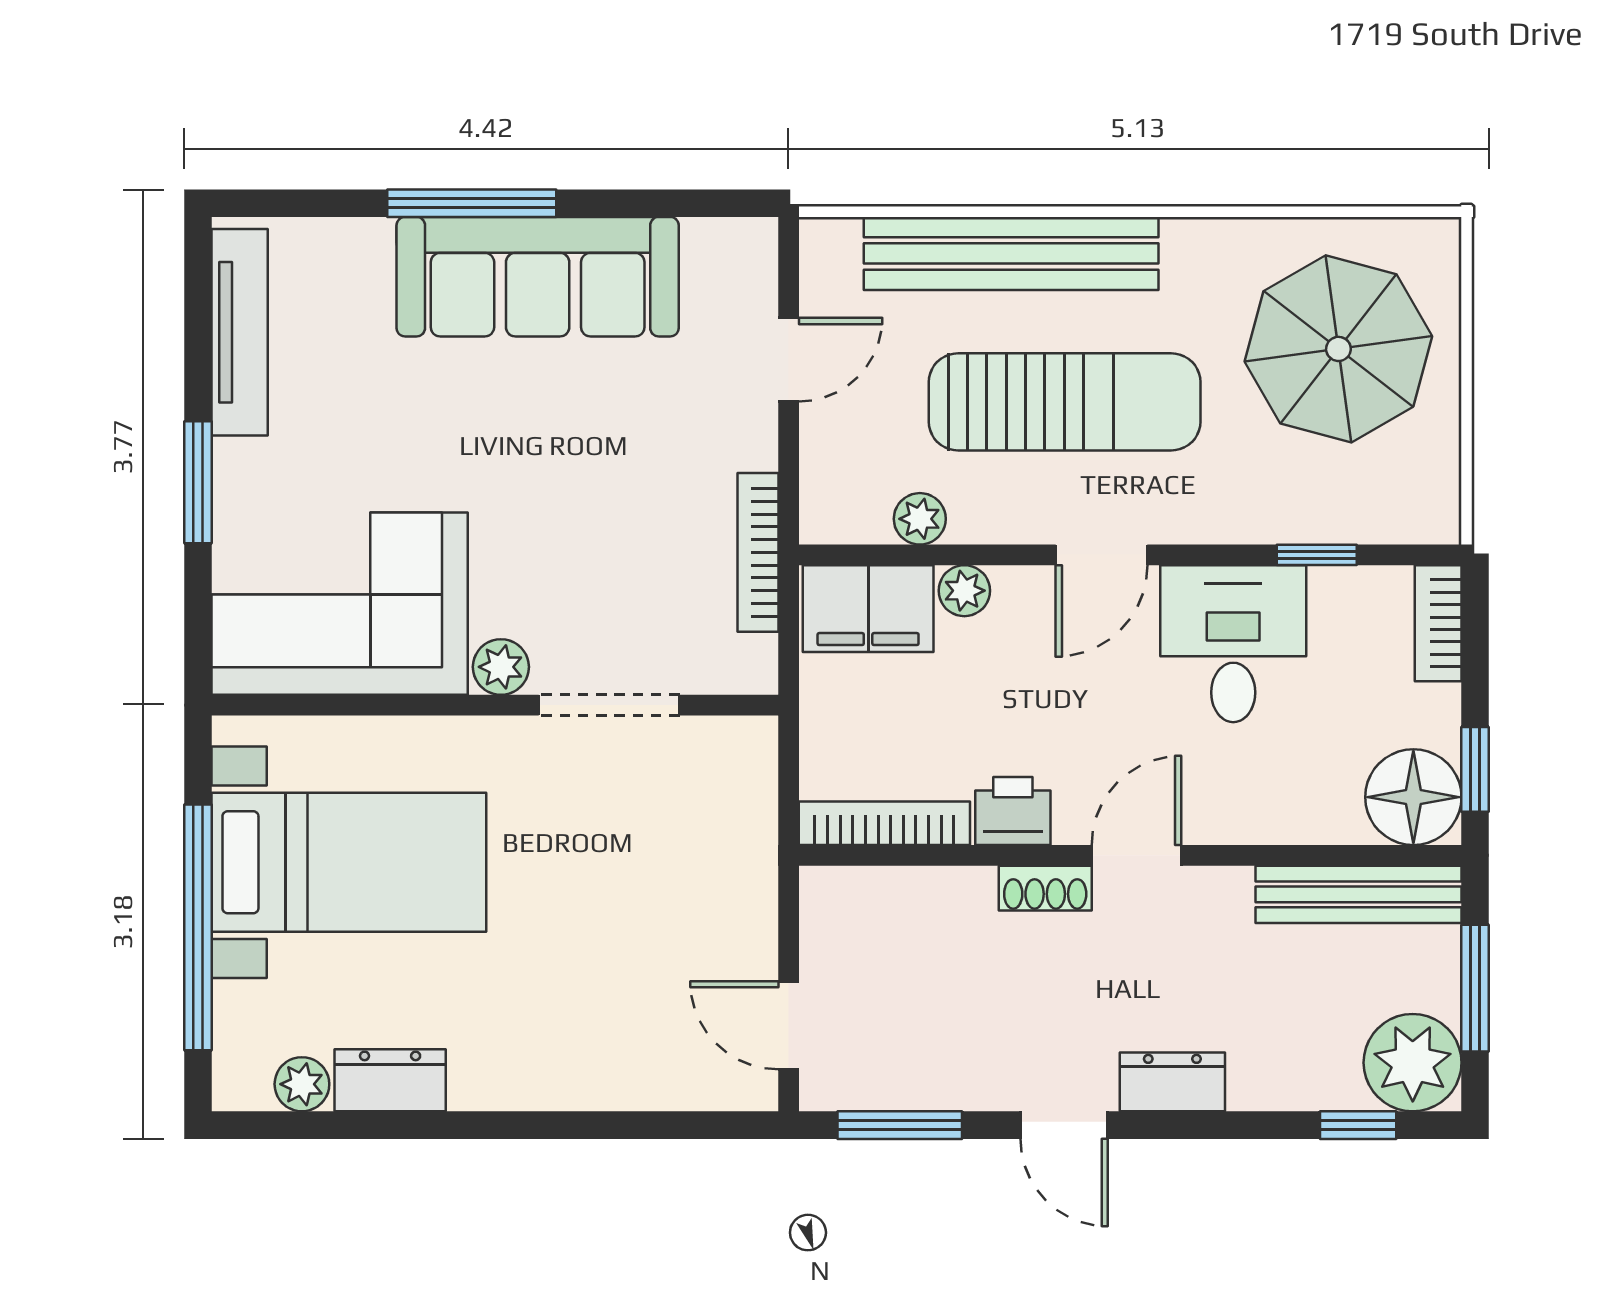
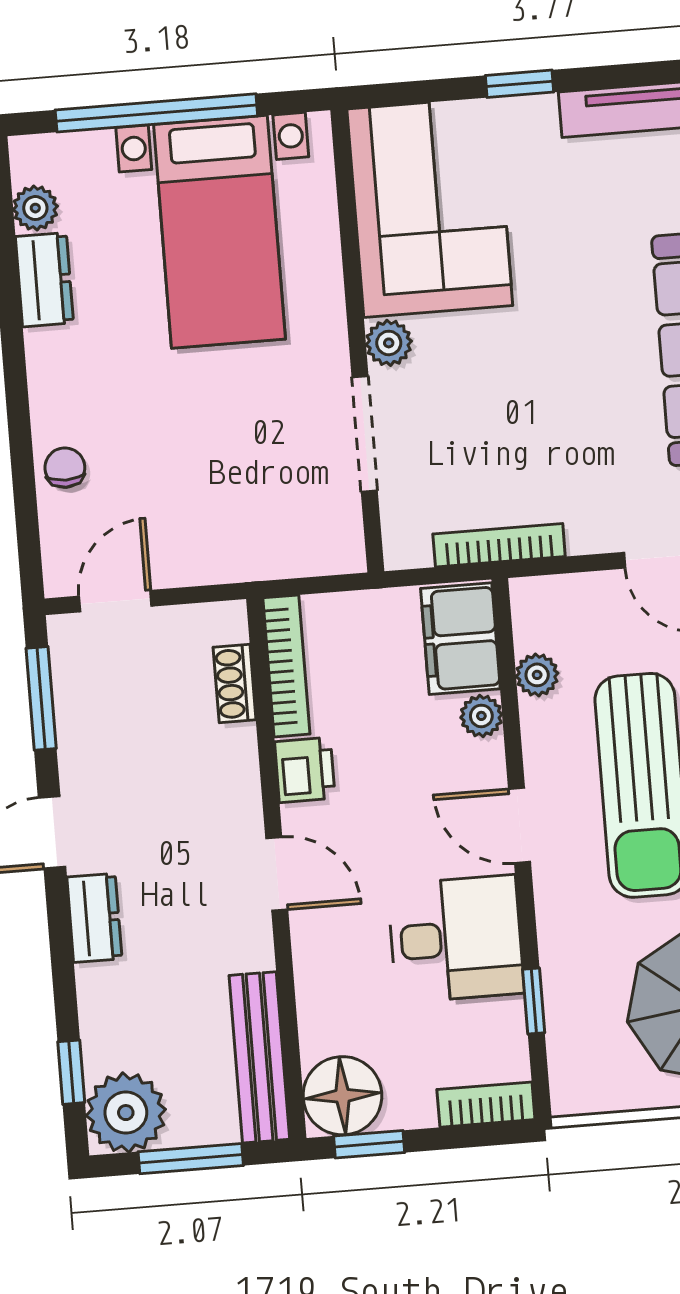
window: (198, 482) -> (519, 84), width x0.67
shoe rack: (1045, 888) -> (235, 684), moved
chair: (621, 1074) -> (65, 468), added

